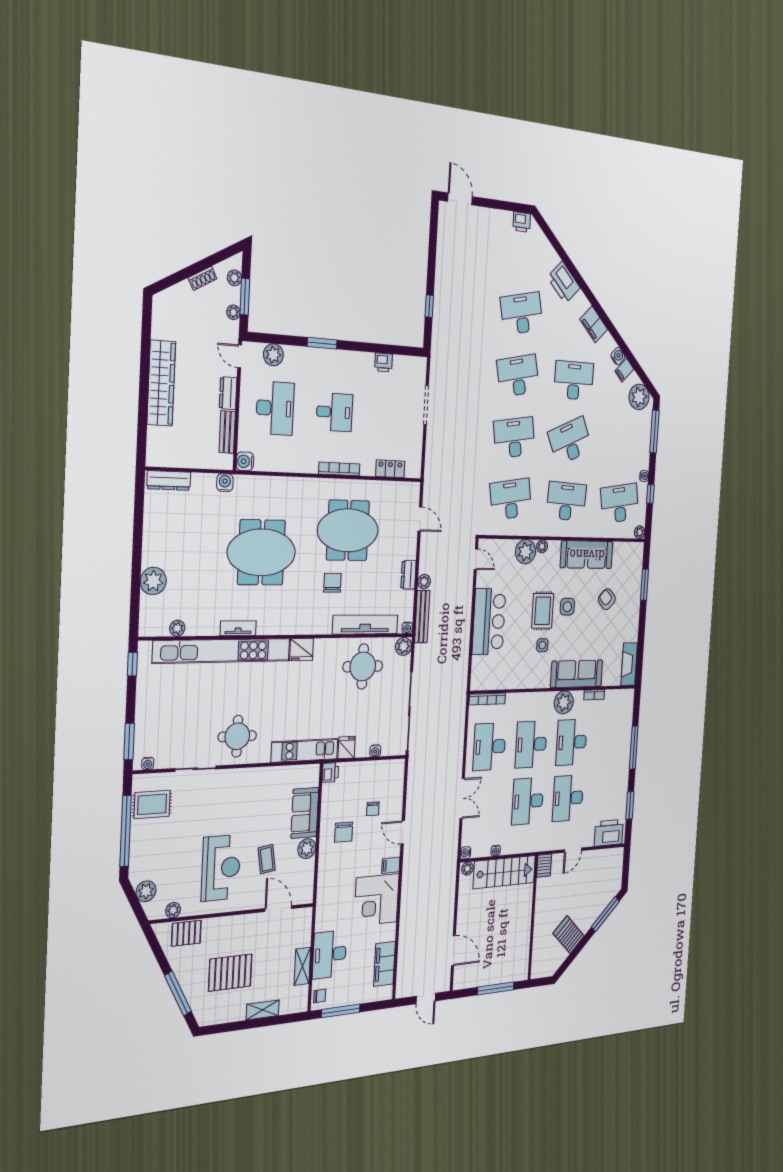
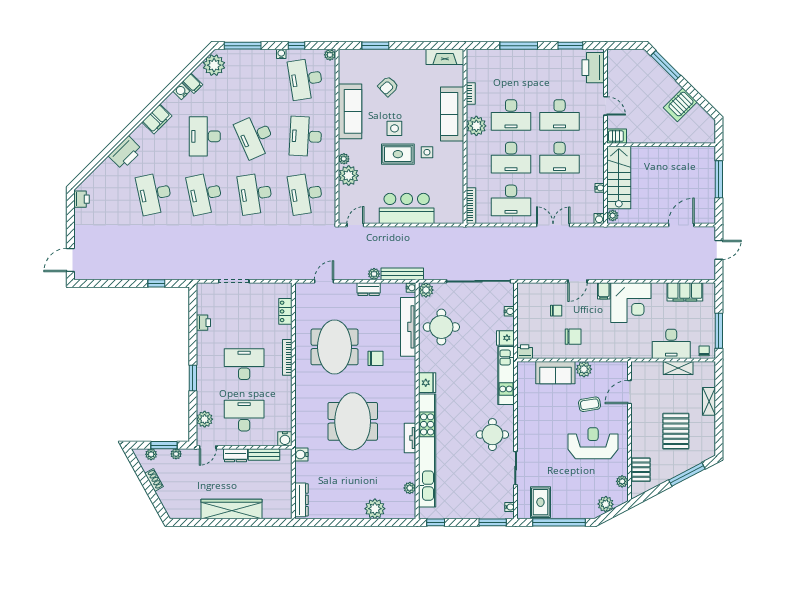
desk: (334, 412) -> (244, 364), width x1.37
chair: (332, 583) -> (375, 358), turned 180

